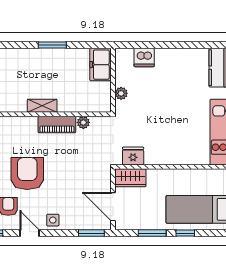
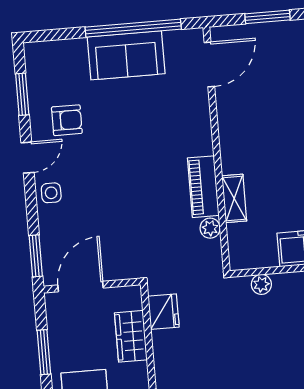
shelving: (42, 106) -> (234, 198), moved
armchair: (27, 174) -> (122, 146), removed
wardrobe: (130, 178) -> (131, 336), moved

